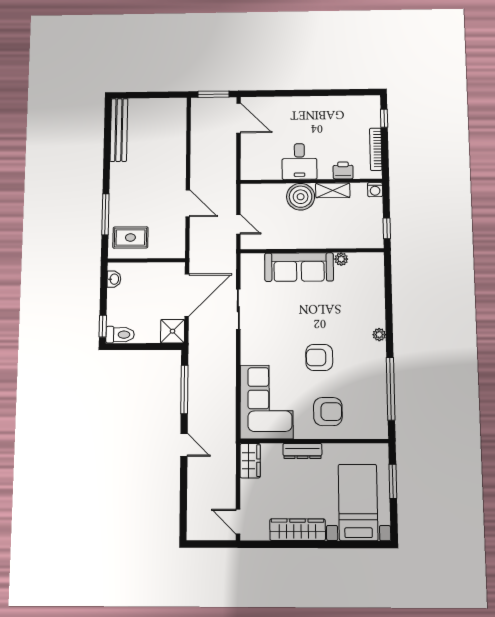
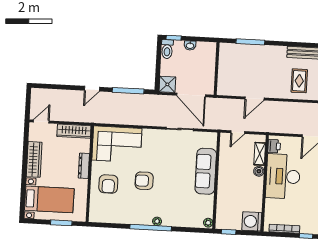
desk: (299, 161) -> (283, 176), width x1.87, depth x1.30
printer: (343, 170) -> (274, 146), moved
shelving: (333, 190) -> (260, 154), moved
washing machine: (375, 190) -> (252, 221), width x1.89, depth x1.89
boiler: (301, 197) -> (259, 171), width x0.54, depth x0.54
rug: (130, 237) -> (299, 81), moved
plant: (341, 259) -> (208, 223), moved
washbasin: (114, 279) -> (190, 45), moved
armchair: (319, 357) -> (144, 181), turned -90
window: (391, 389) -> (151, 228), moved
wardrobe: (250, 461) -> (74, 131), width x1.50

